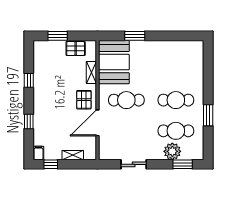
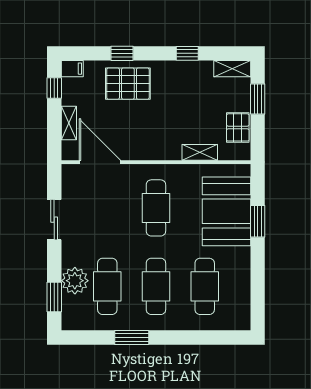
shelving: (38, 52) -> (232, 69), added
booth: (114, 62) -> (227, 211), moved, turned 90
cafe table: (176, 69) -> (205, 286), added
pallet: (84, 100) -> (128, 84), moved, width x1.50, depth x1.42
door: (97, 123) -> (100, 162), moved

